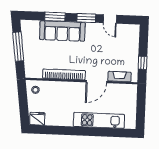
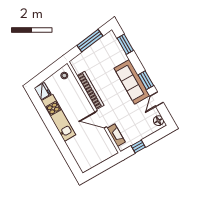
window: (55, 17) -> (125, 44), moved
floor lamp: (131, 30) -> (158, 121), added
sofa: (62, 31) -> (132, 82), moved
kitchen unit: (99, 120) -> (59, 118), moved

